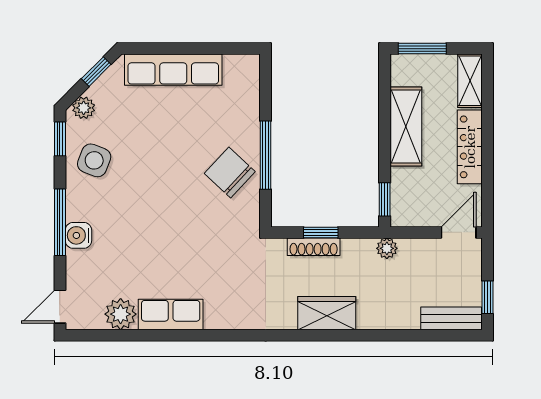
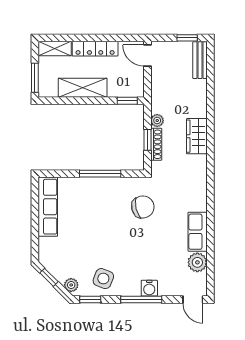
row of seats: (173, 70) -> (48, 207), moved
chair: (230, 172) -> (143, 207), moved, turned -147
plant: (387, 248) -> (157, 121), moved

